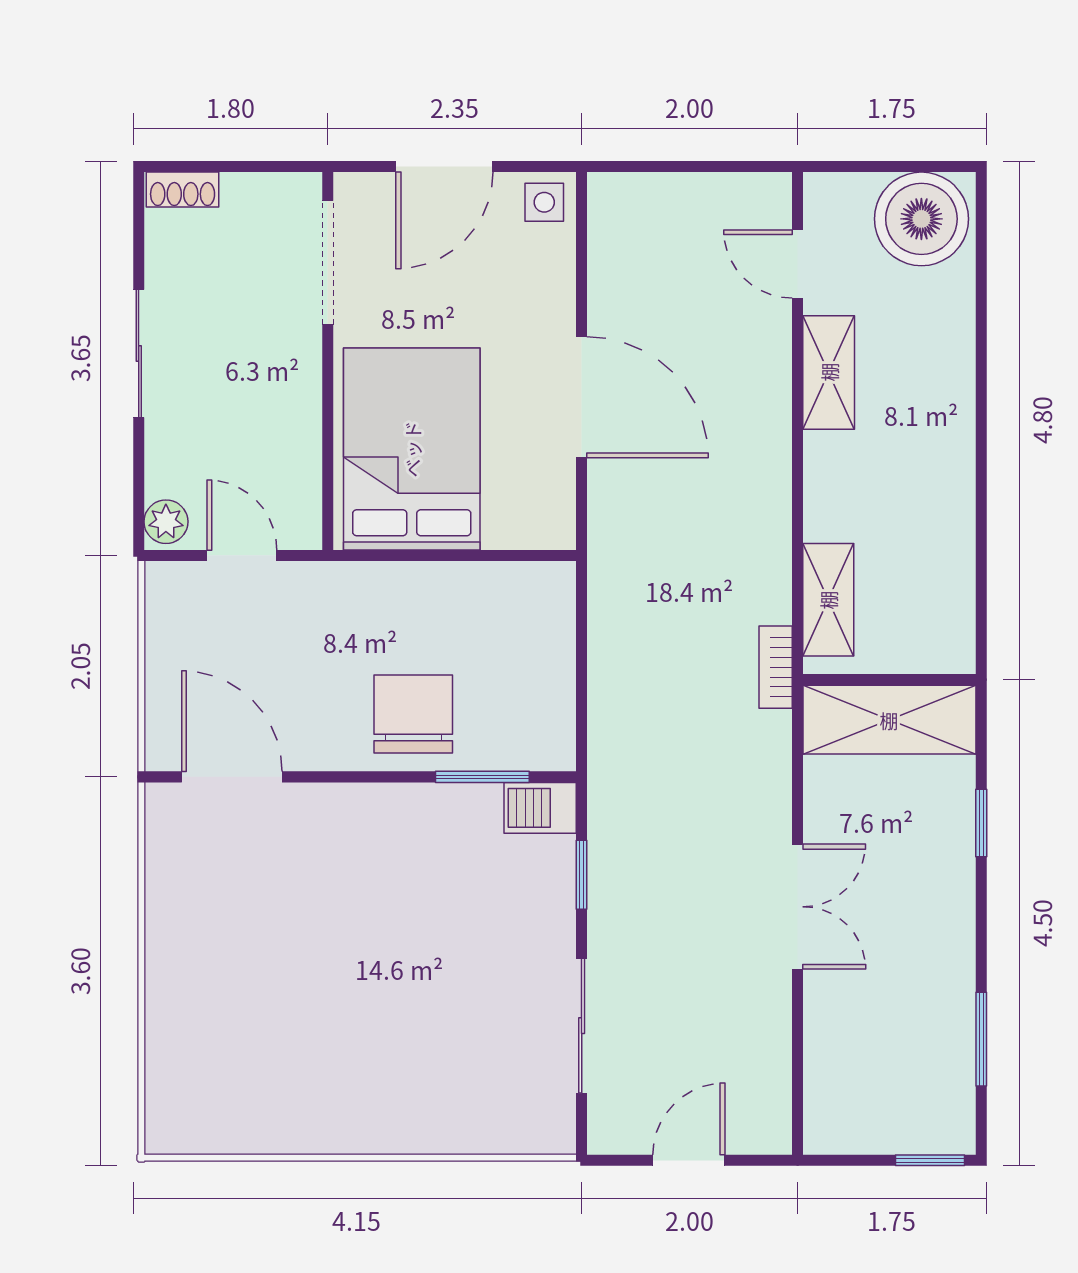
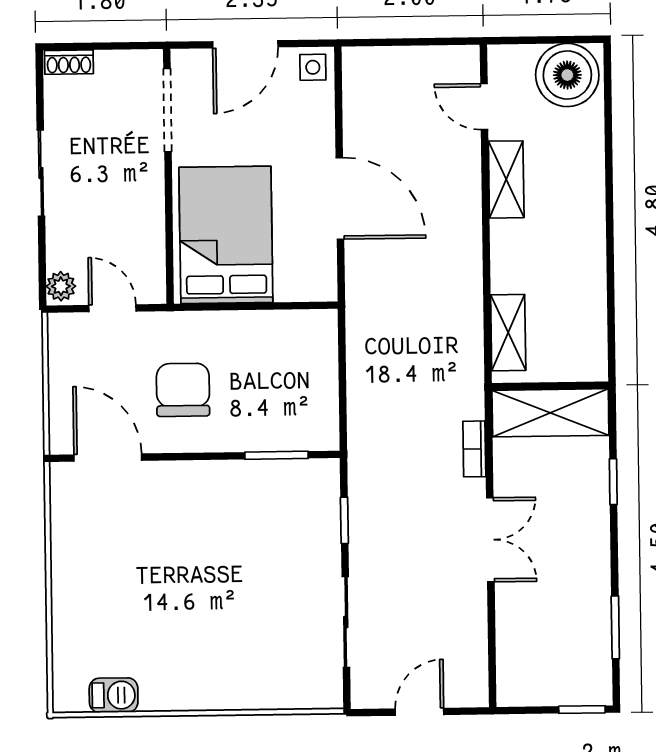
bookcase: (776, 667) -> (474, 449), moved
chair: (413, 714) -> (183, 390), moved
barbecue: (540, 808) -> (114, 695), moved, turned 180

